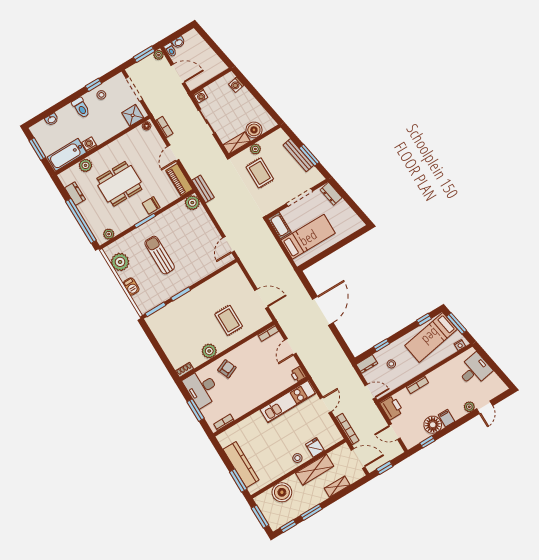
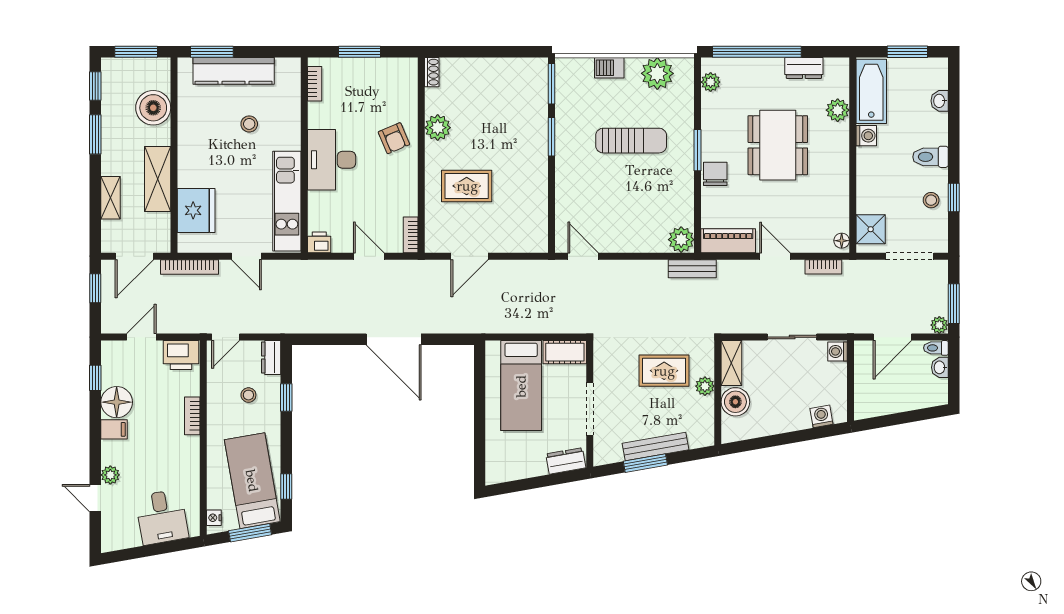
desk: (202, 388) -> (332, 160), moved, turned -90
fridge: (315, 447) -> (196, 210), width x1.88, depth x1.34
stool: (297, 458) -> (249, 124), moved

